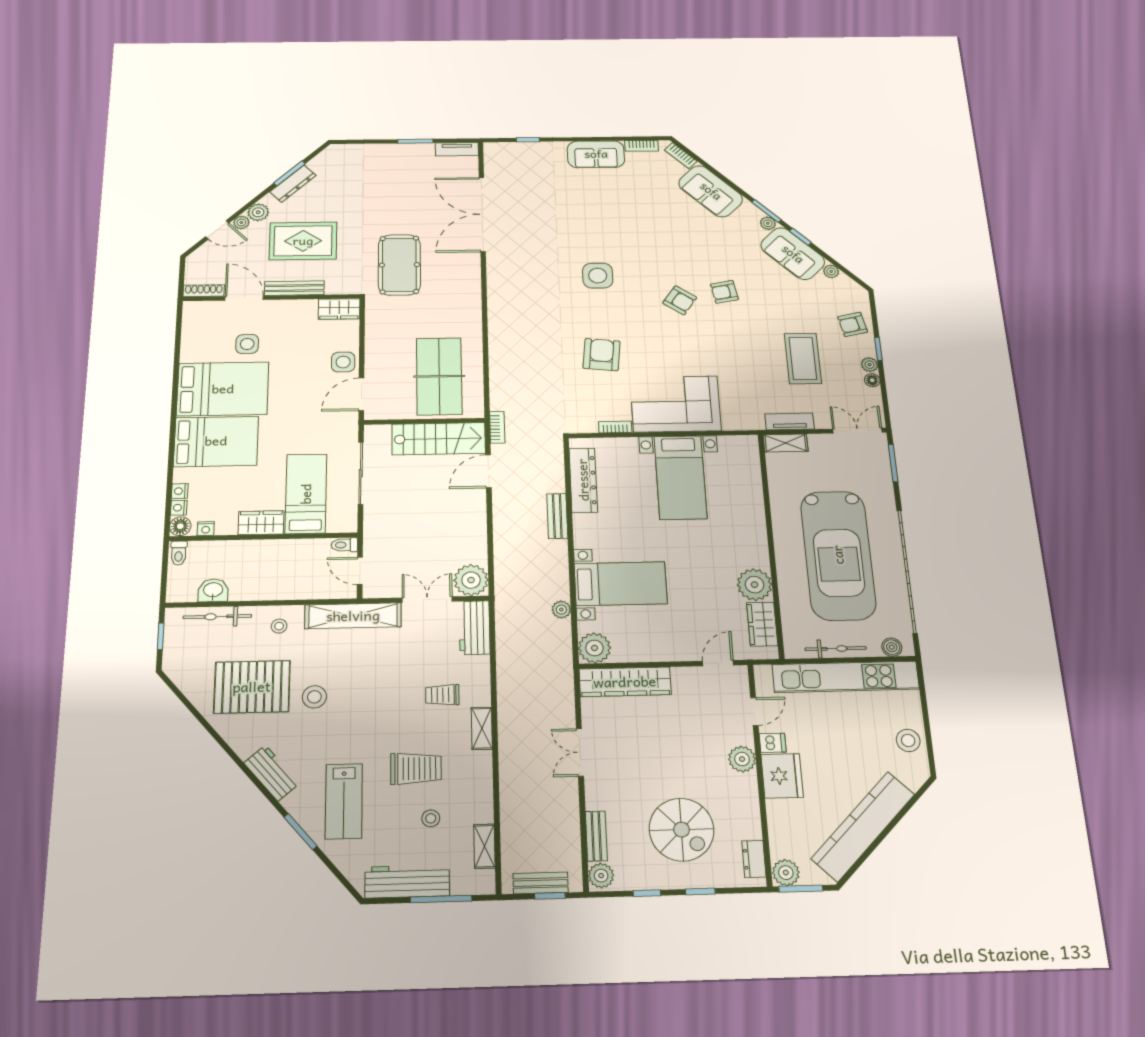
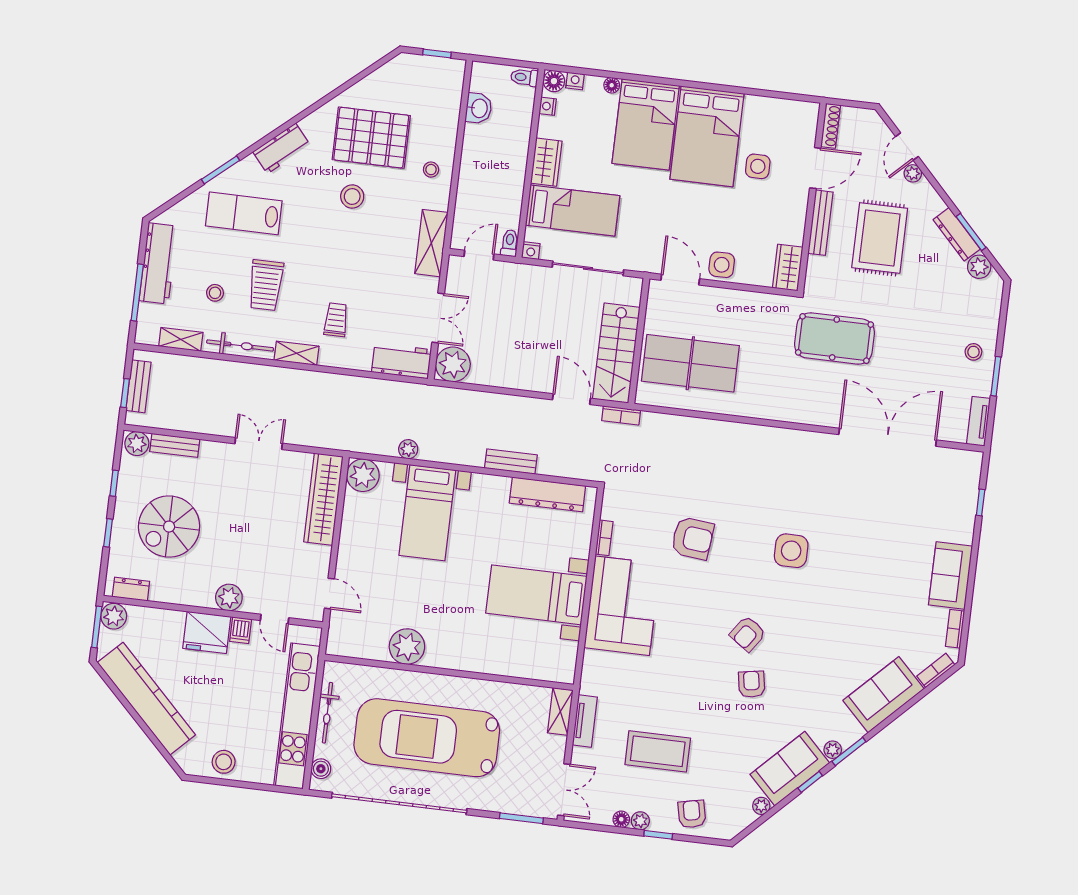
stool: (396, 160) -> (973, 352), added
plant: (258, 212) -> (979, 267), moved
floor lamp: (180, 475) -> (612, 85), added
nightstand: (180, 491) -> (531, 251), moved, turned 180
shelving: (353, 616) -> (431, 243), width x0.68
bicycle: (217, 617) -> (240, 345), moved, turned 90
wardrobe: (762, 624) -> (364, 645), removed
pallet: (252, 687) -> (371, 138), turned 90

